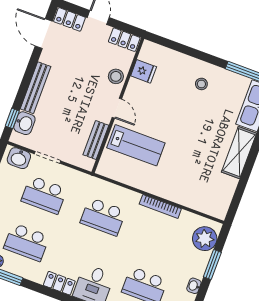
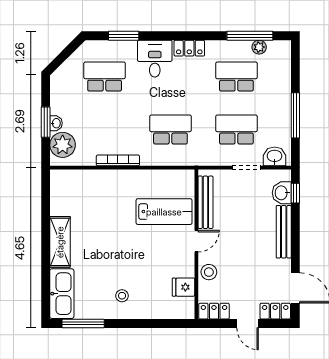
door: (117, 108) -> (196, 241), swing flipped
bench: (96, 140) -> (205, 202), width x1.36
lab bench: (136, 145) -> (164, 212), turned 180
washbasin: (194, 286) -> (56, 123), moved

